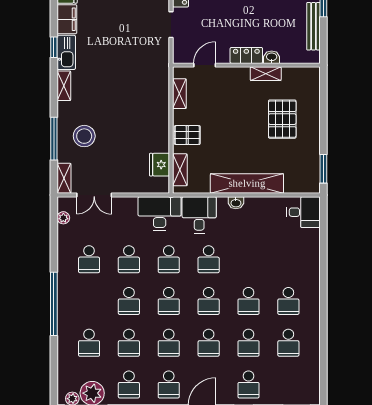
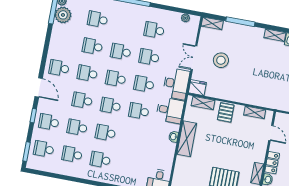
stool: (84, 136) -> (221, 60), moved
fridge: (160, 165) -> (197, 88), moved
shelving: (247, 183) -> (187, 139), width x0.68
double door: (94, 195) -> (194, 58), moved
school desk: (129, 384) -> (44, 149), moved

